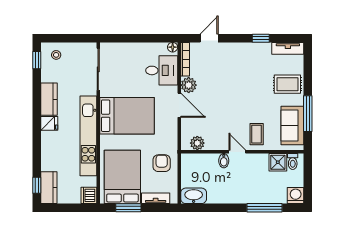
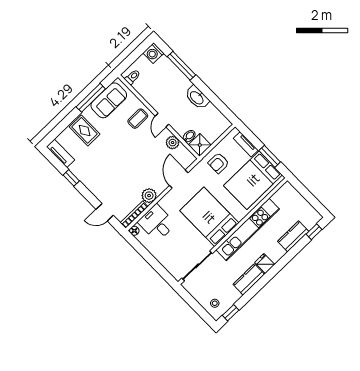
door: (179, 105) -> (179, 179), moved
plant: (197, 143) -> (173, 143), moved
bidet: (224, 161) -> (189, 136), moved
shower: (278, 162) -> (200, 145), moved
kitchen counter: (49, 188) -> (293, 236), moved
dishwasher: (89, 195) -> (287, 191), removed
washbasin: (194, 196) -> (197, 98), moved

